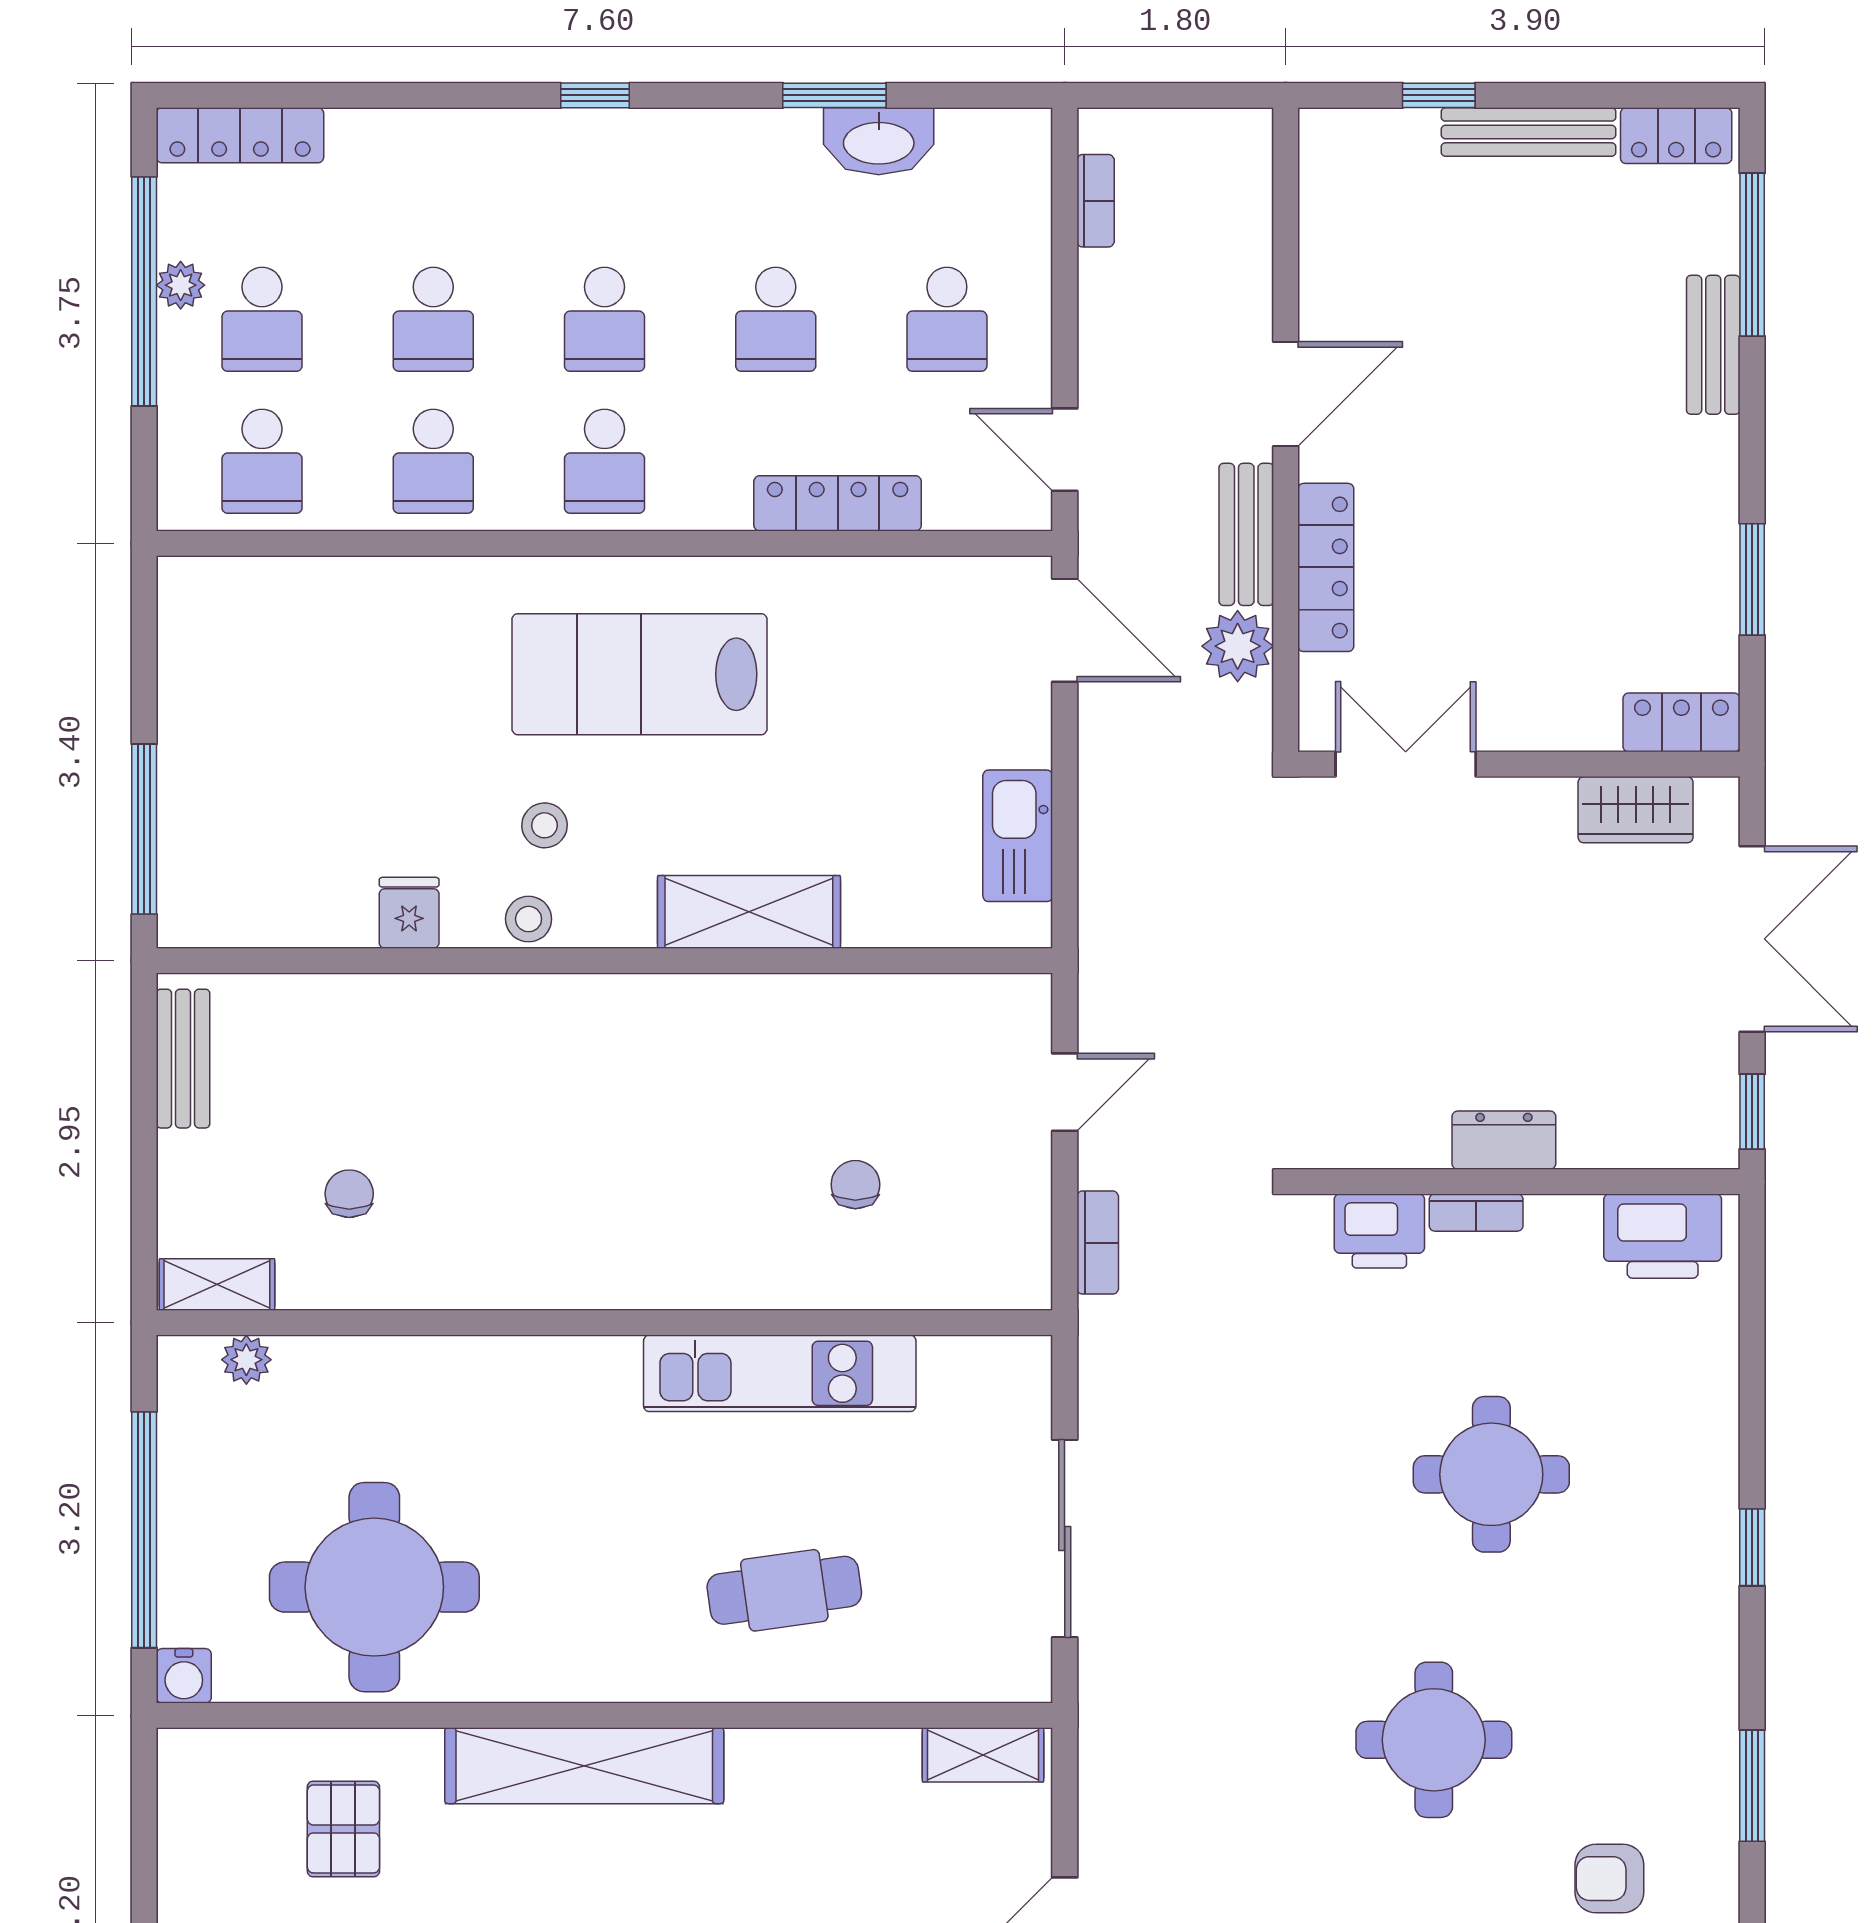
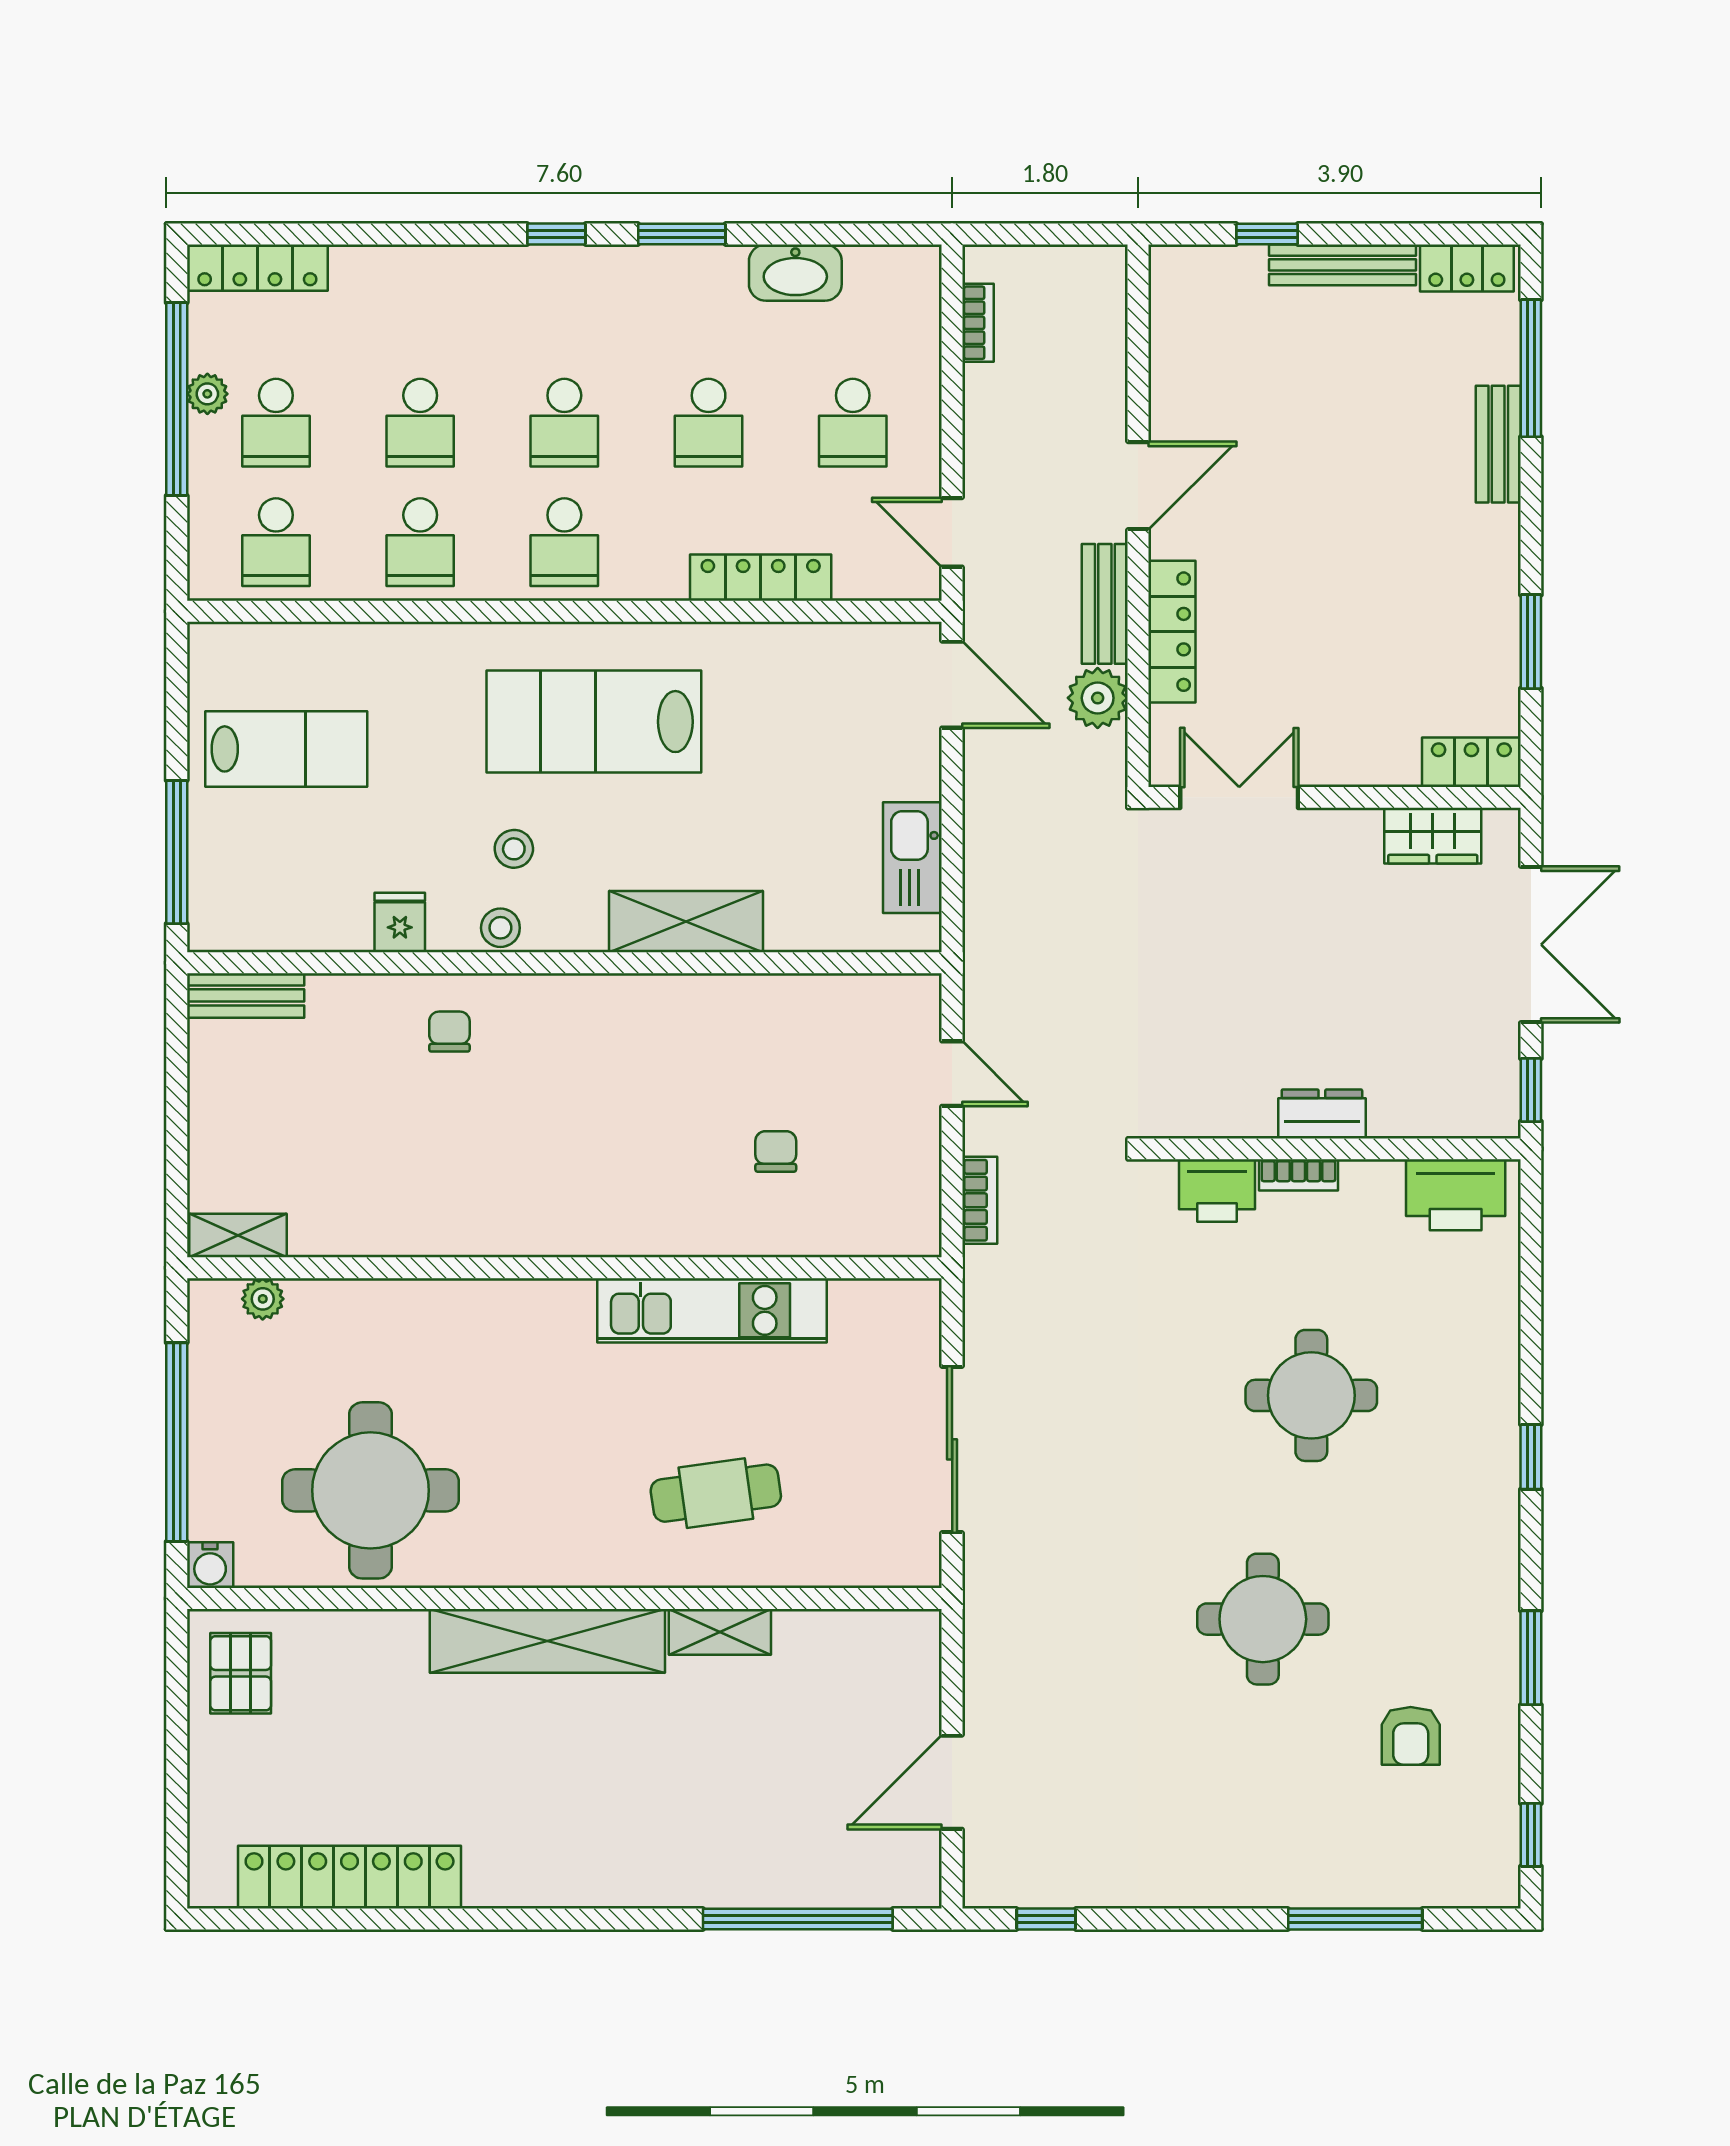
window: (834, 95) -> (682, 234), moved
lab bench: (274, 707) -> (286, 749), added
bench: (183, 1059) -> (246, 995), moved, turned 90
door: (1065, 1092) -> (952, 1074), hinge flipped
chair: (349, 1194) -> (449, 1032), moved
shelving: (983, 1755) -> (720, 1632), moved
pallet: (343, 1829) -> (241, 1673), moved
armchair: (1609, 1879) -> (1411, 1736), turned -90

